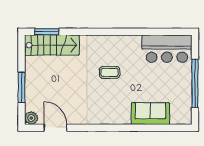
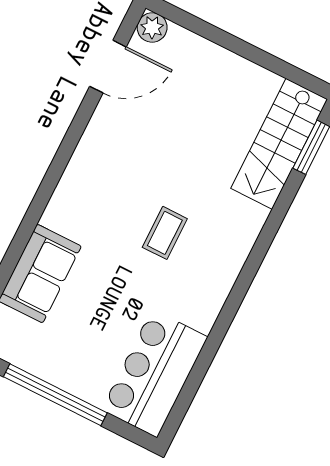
window: (22, 87) -> (224, 39), removed

